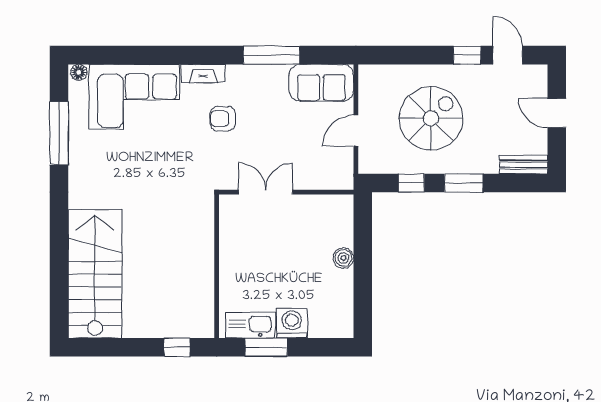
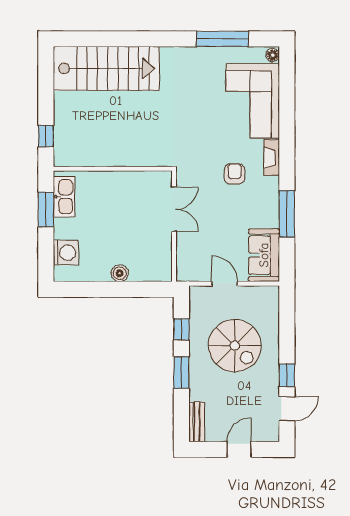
washing machine: (292, 323) -> (66, 253), moved

